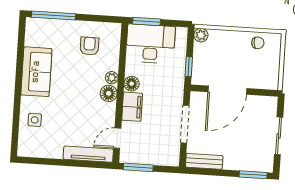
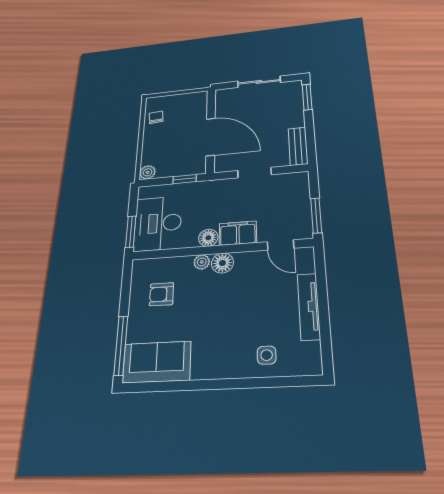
sofa: (36, 72) -> (157, 362), moved
doorway: (185, 124) -> (254, 173), width x0.73
tv unit: (88, 154) -> (309, 306), moved

